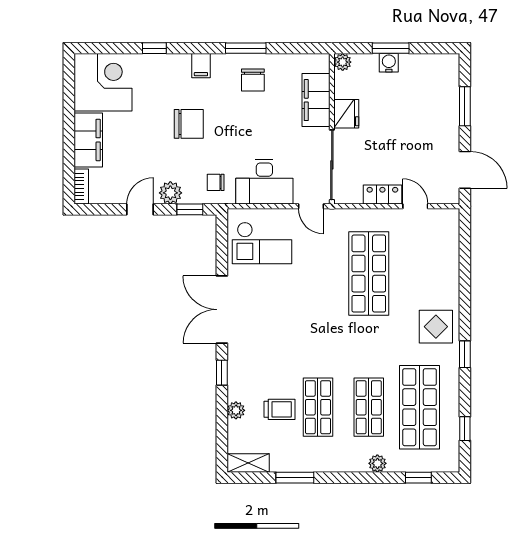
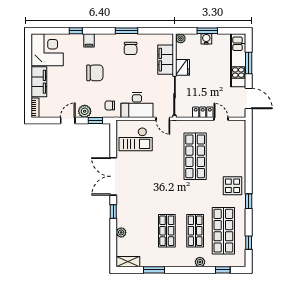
filing cabinet: (201, 66) -> (89, 40), moved
kitchen unit: (446, 101) -> (238, 60), added
trolley: (279, 409) -> (145, 232), removed

